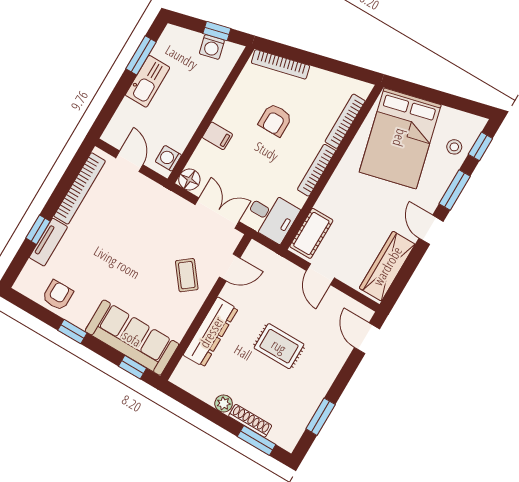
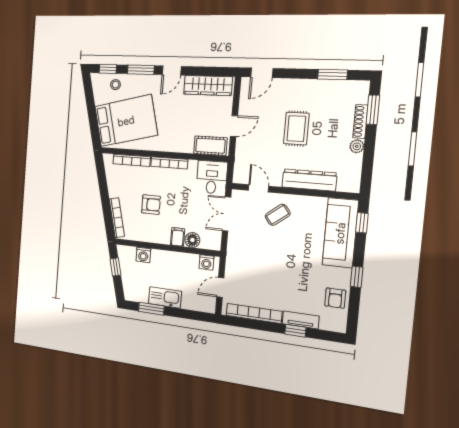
washing machine: (212, 47) -> (143, 255), moved, turned 104
floor lamp: (189, 179) -> (192, 240), moved
armchair: (58, 295) -> (335, 298), turned -90

